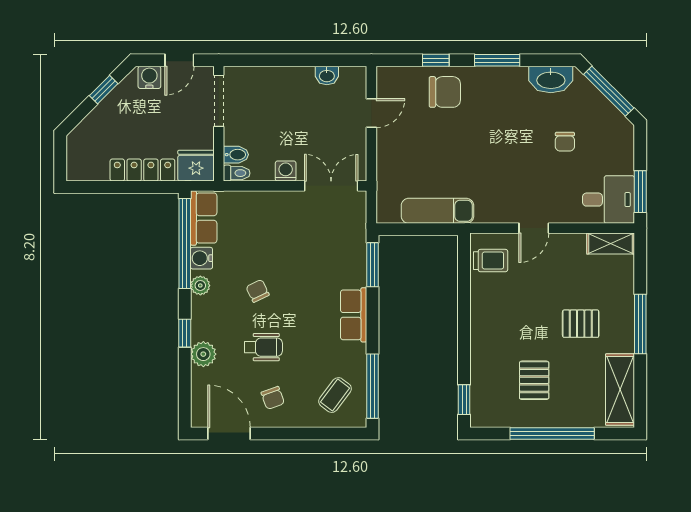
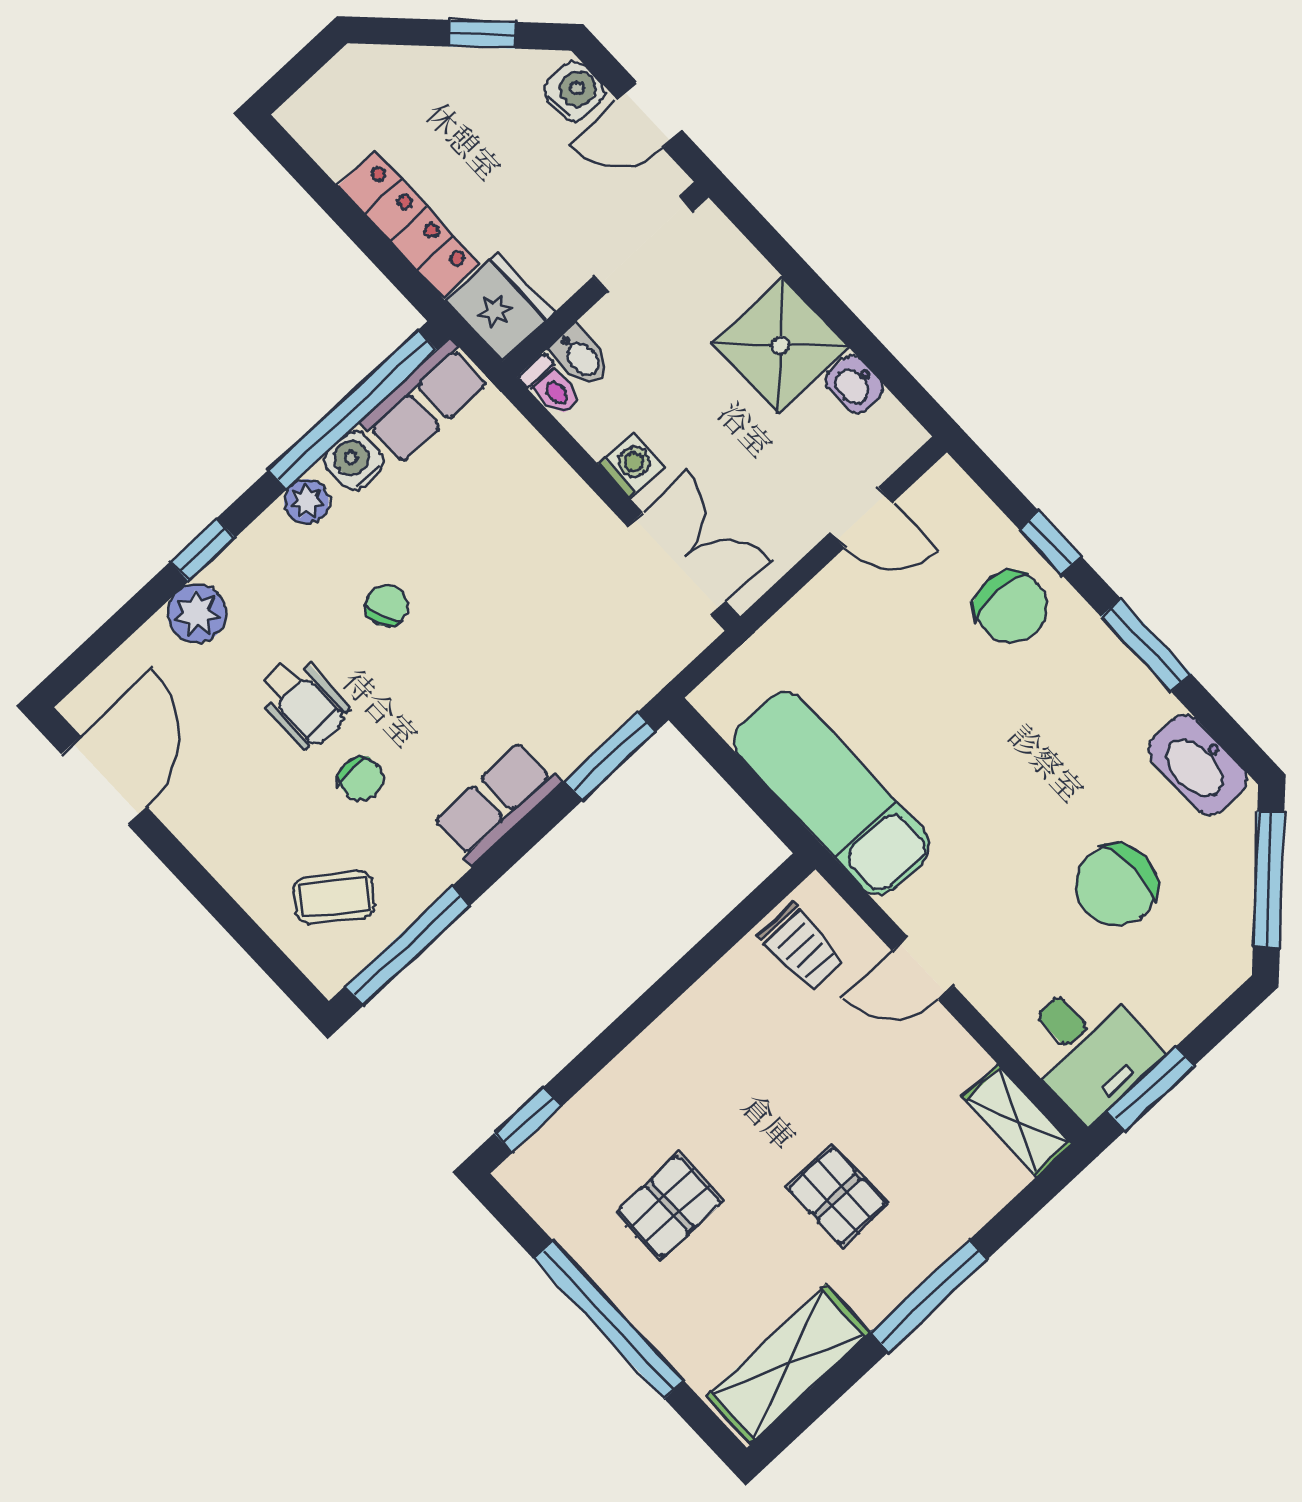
shower: (292, 87) -> (780, 345), added
chair: (565, 142) -> (1116, 885), width x1.87, depth x1.87
exam couch: (437, 211) -> (832, 793), width x1.36, depth x1.45
chair: (273, 398) -> (361, 778), moved, turned -70

